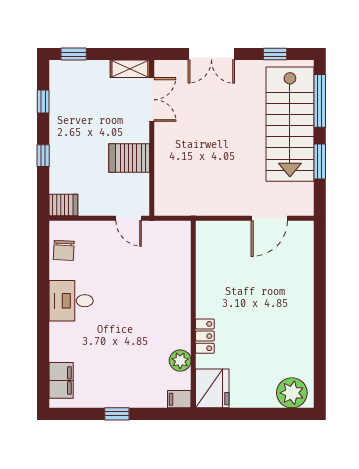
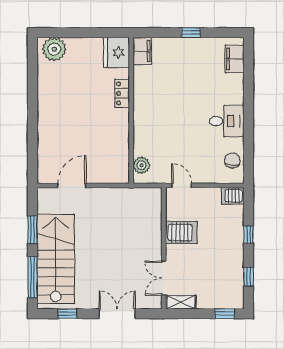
plant: (180, 361) -> (141, 165), moved
filing cabinet: (179, 399) -> (142, 51), width x2.00

